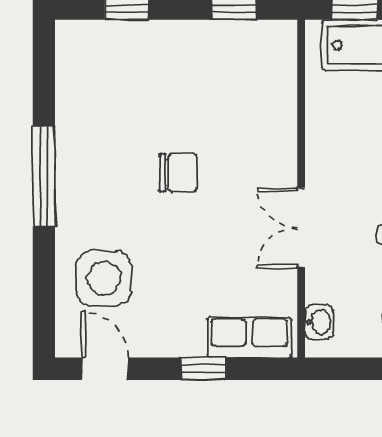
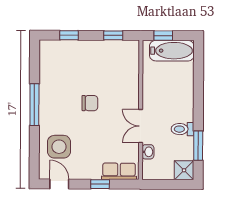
washbasin: (319, 322) -> (148, 152), moved

